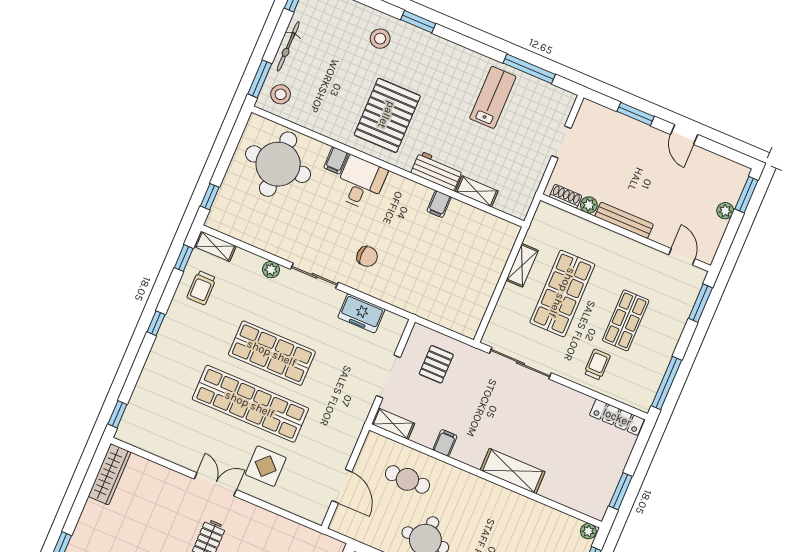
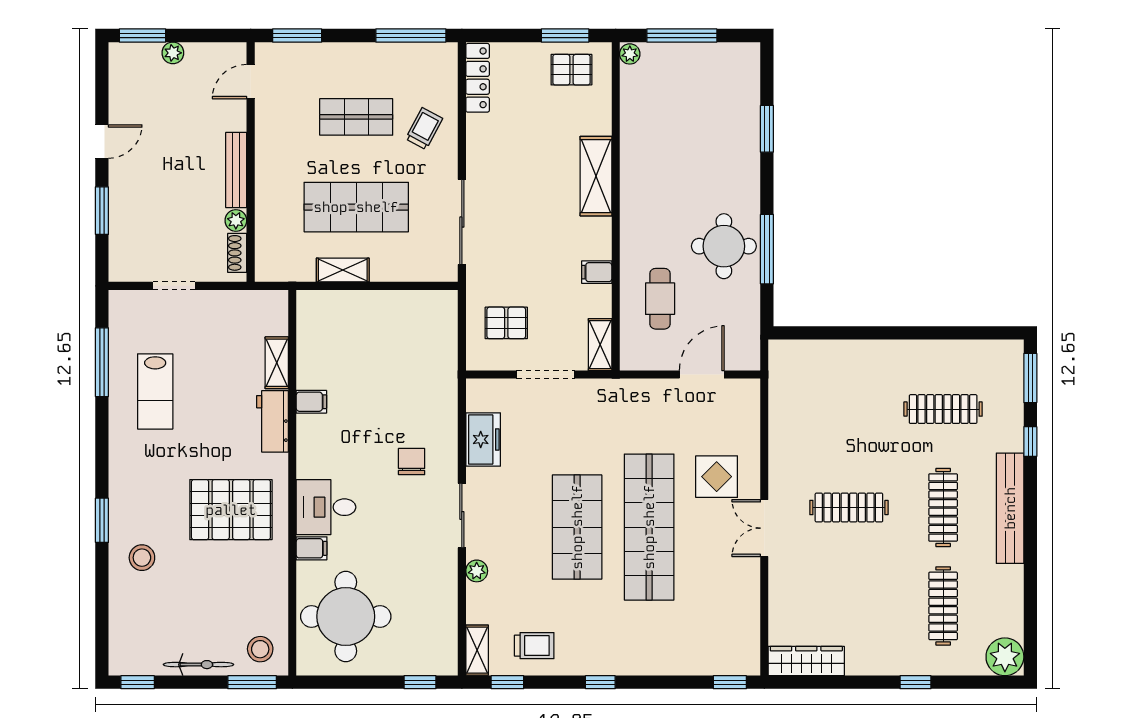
lab bench: (493, 97) -> (155, 391), turned -90
trolley: (597, 365) -> (424, 129), turned 118
pallet: (595, 486) -> (571, 70), added

